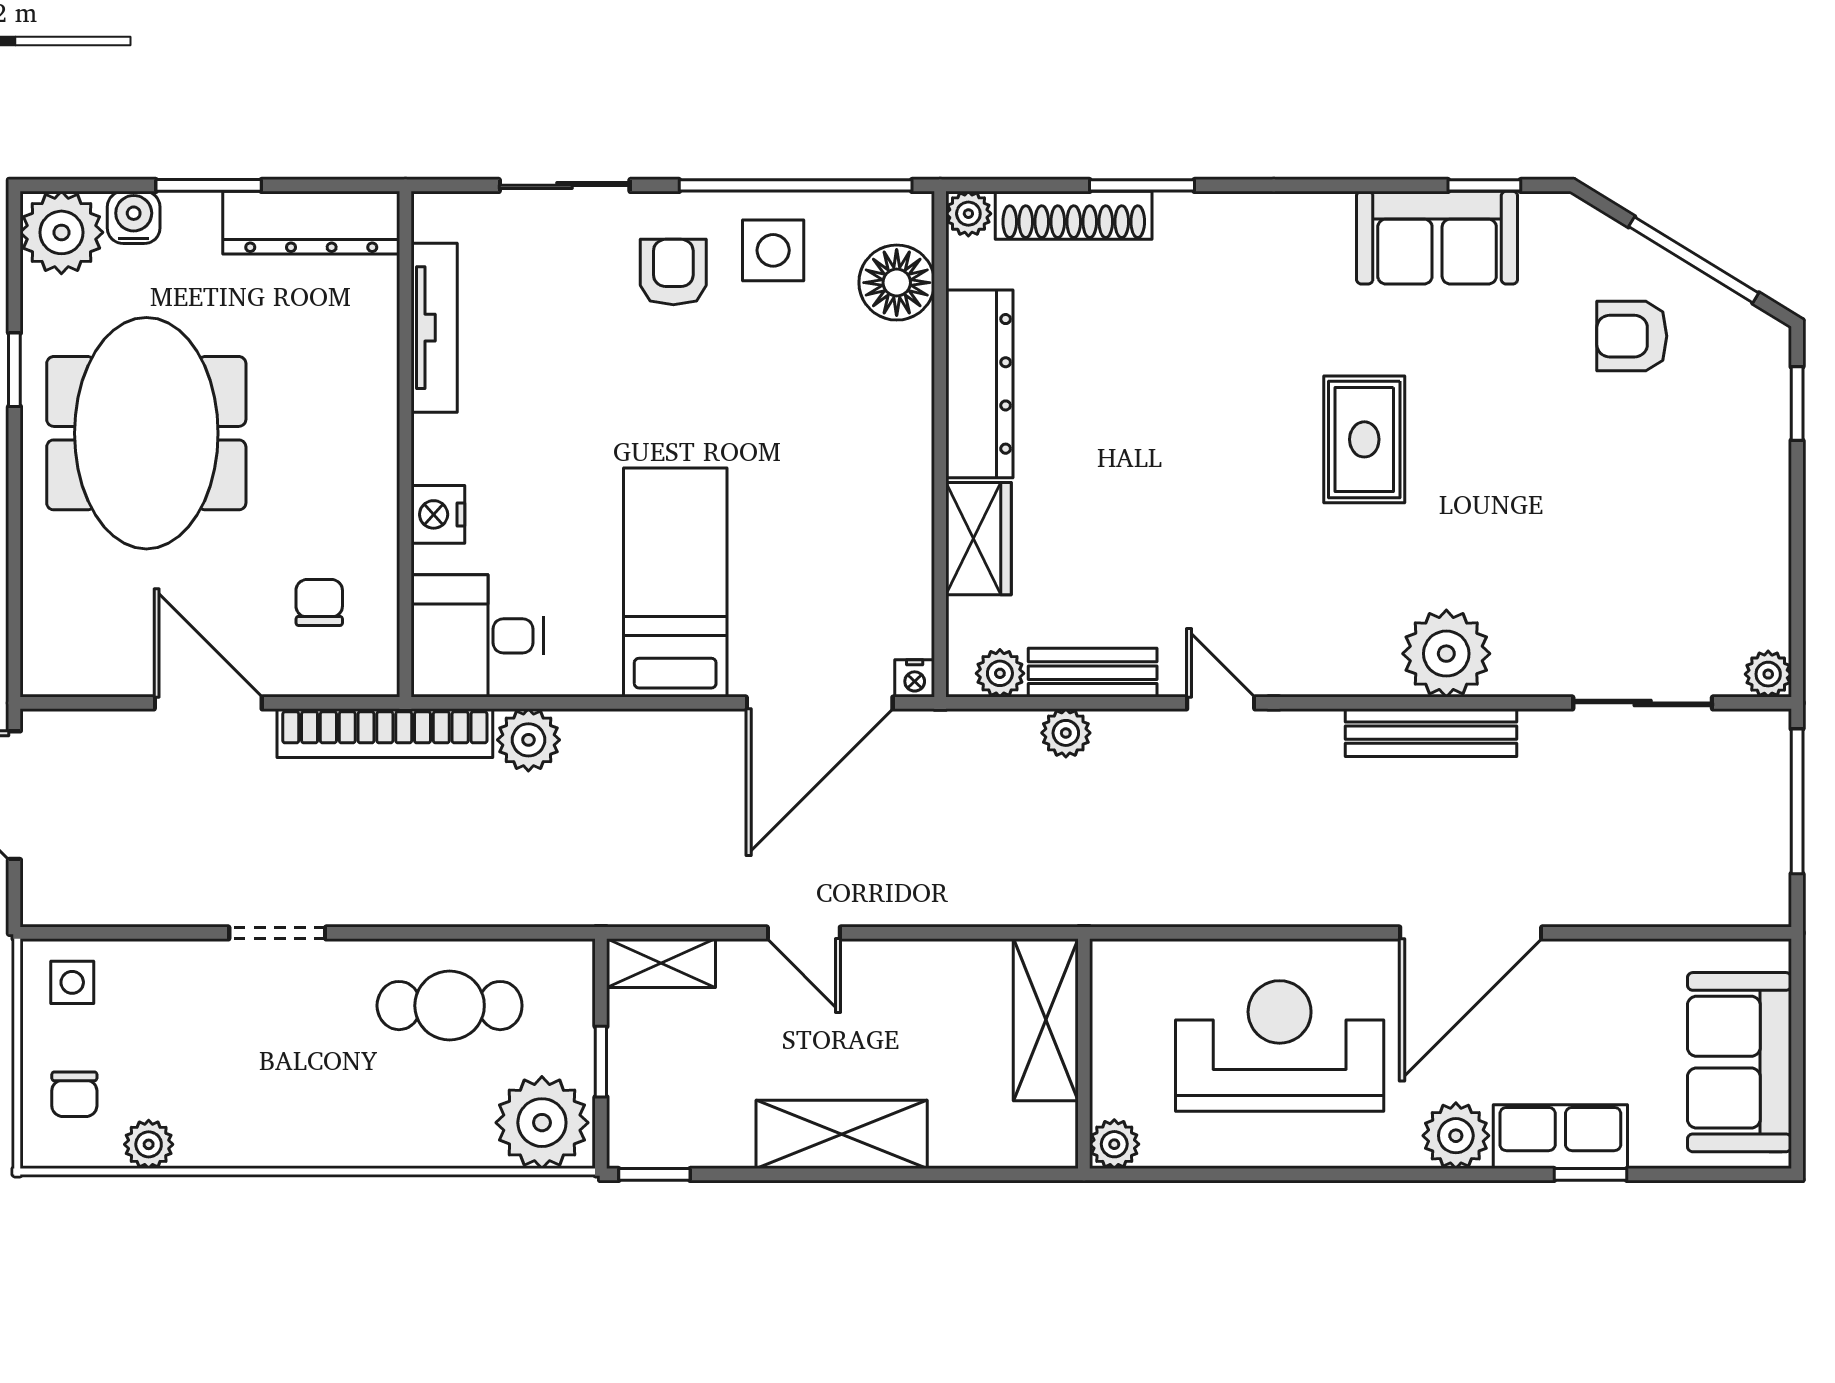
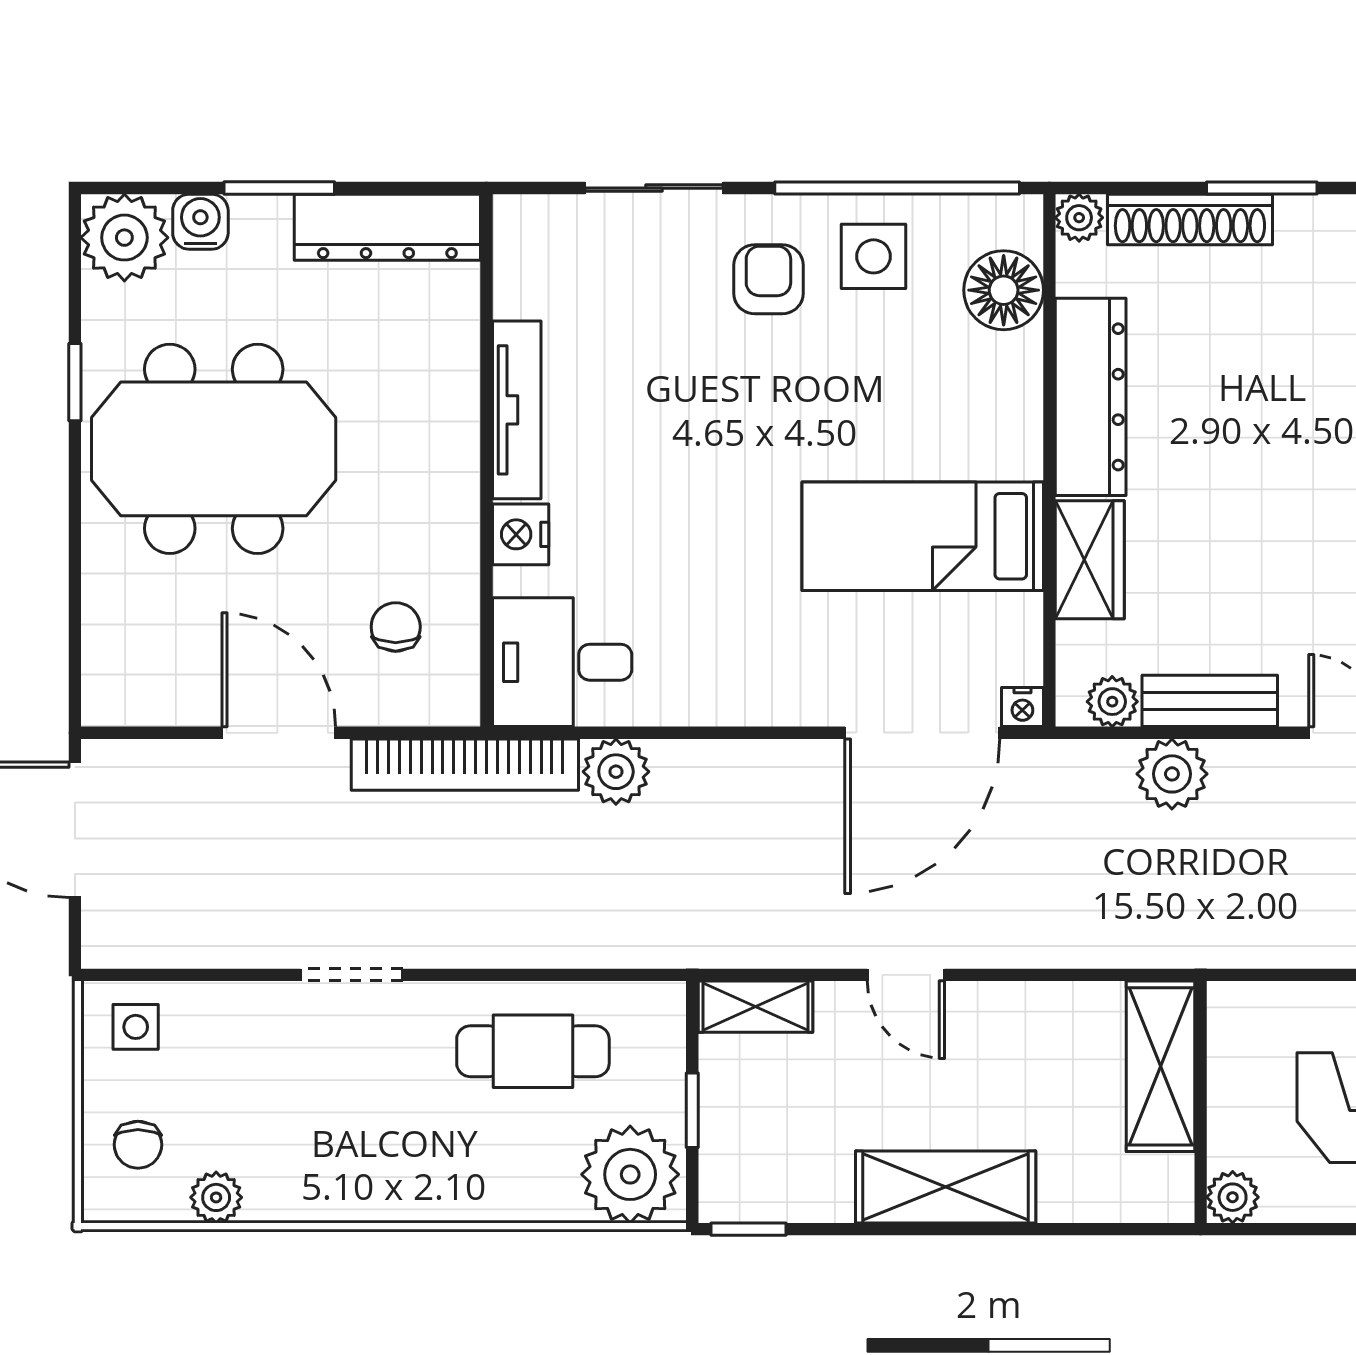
tv unit: (434, 328) -> (517, 410), moved
meeting table: (146, 433) -> (214, 449), turned 90
bed: (675, 583) -> (923, 536), moved, turned -90
plant: (1066, 733) -> (1172, 774), width x1.38, depth x1.38

